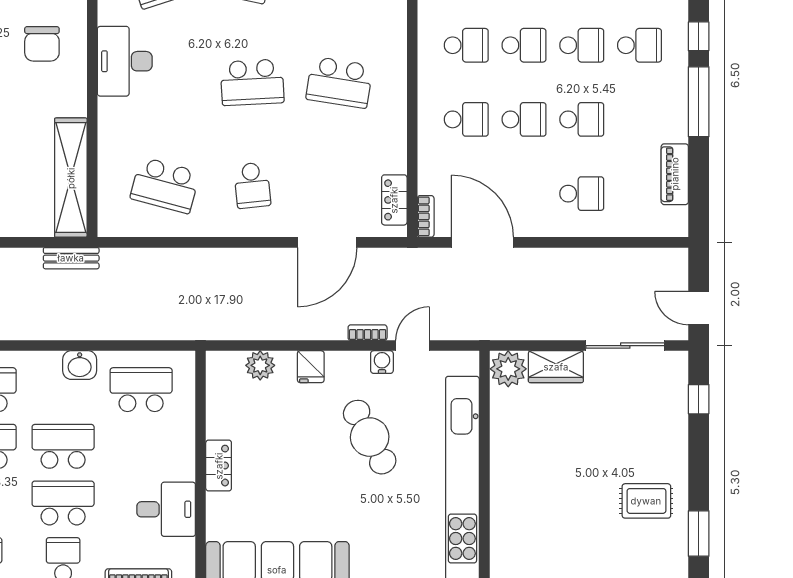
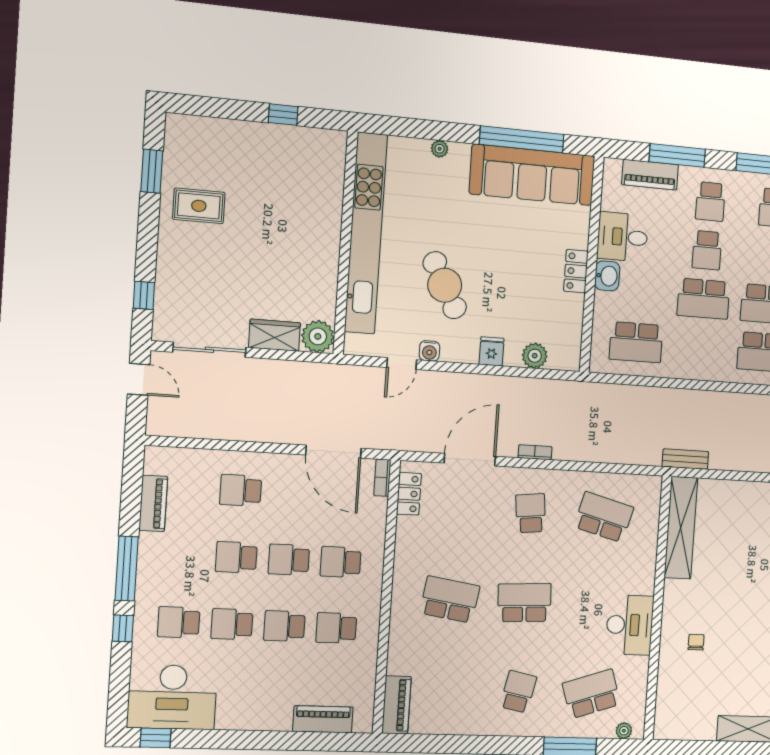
chair: (42, 44) -> (696, 642), width x0.54, depth x0.54
bookcase: (368, 333) -> (535, 452), moved, turned 180
washbasin: (80, 365) -> (607, 276), moved, turned 90
school desk: (63, 503) -> (707, 250), width x0.54

